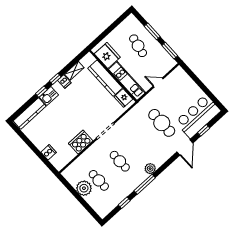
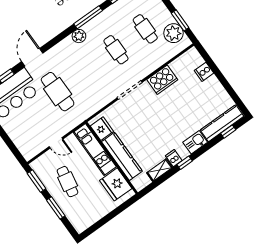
cafe table: (138, 46) -> (68, 182), moved
window: (41, 92) -> (228, 132), moved
plant: (84, 188) -> (173, 33), moved
window: (72, 190) -> (180, 20), added

